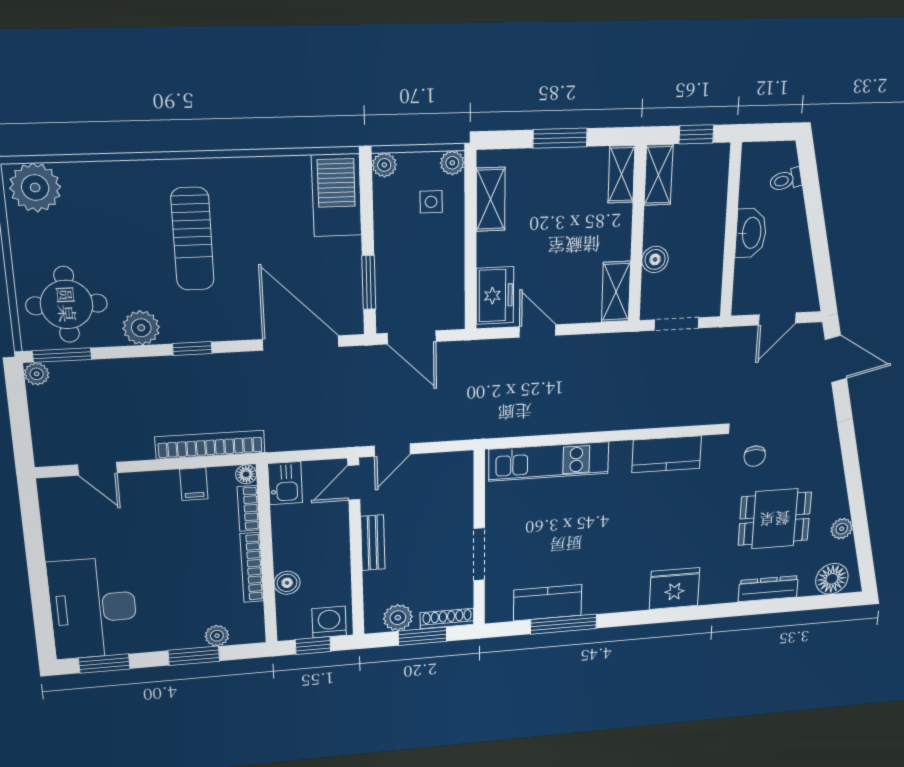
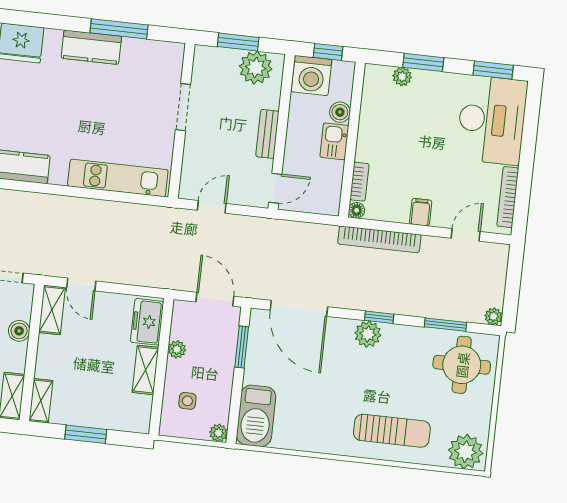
plant: (452, 163) -> (177, 349), moved
shelving: (491, 199) -> (145, 370), moved
sun lounger: (193, 239) -> (392, 431), moved, turned 90
plant: (141, 328) -> (368, 334), moved
door: (537, 331) -> (81, 284), moved
window: (62, 355) -> (446, 325), moved
door: (392, 450) -> (212, 207), moved
door: (97, 469) -> (466, 235), hinge flipped
kitchen sink: (285, 483) -> (334, 141), moved
filing cabinet: (194, 484) -> (421, 212), moved
bookcase: (252, 567) -> (508, 197), moved, turned 180
kitchen counter: (548, 603) -> (91, 47), moved
plant: (398, 618) -> (256, 68), width x1.36, depth x1.36
shoe rack: (447, 619) -> (216, 54), removed
washing machine: (329, 622) -> (311, 76), width x1.37, depth x1.37

